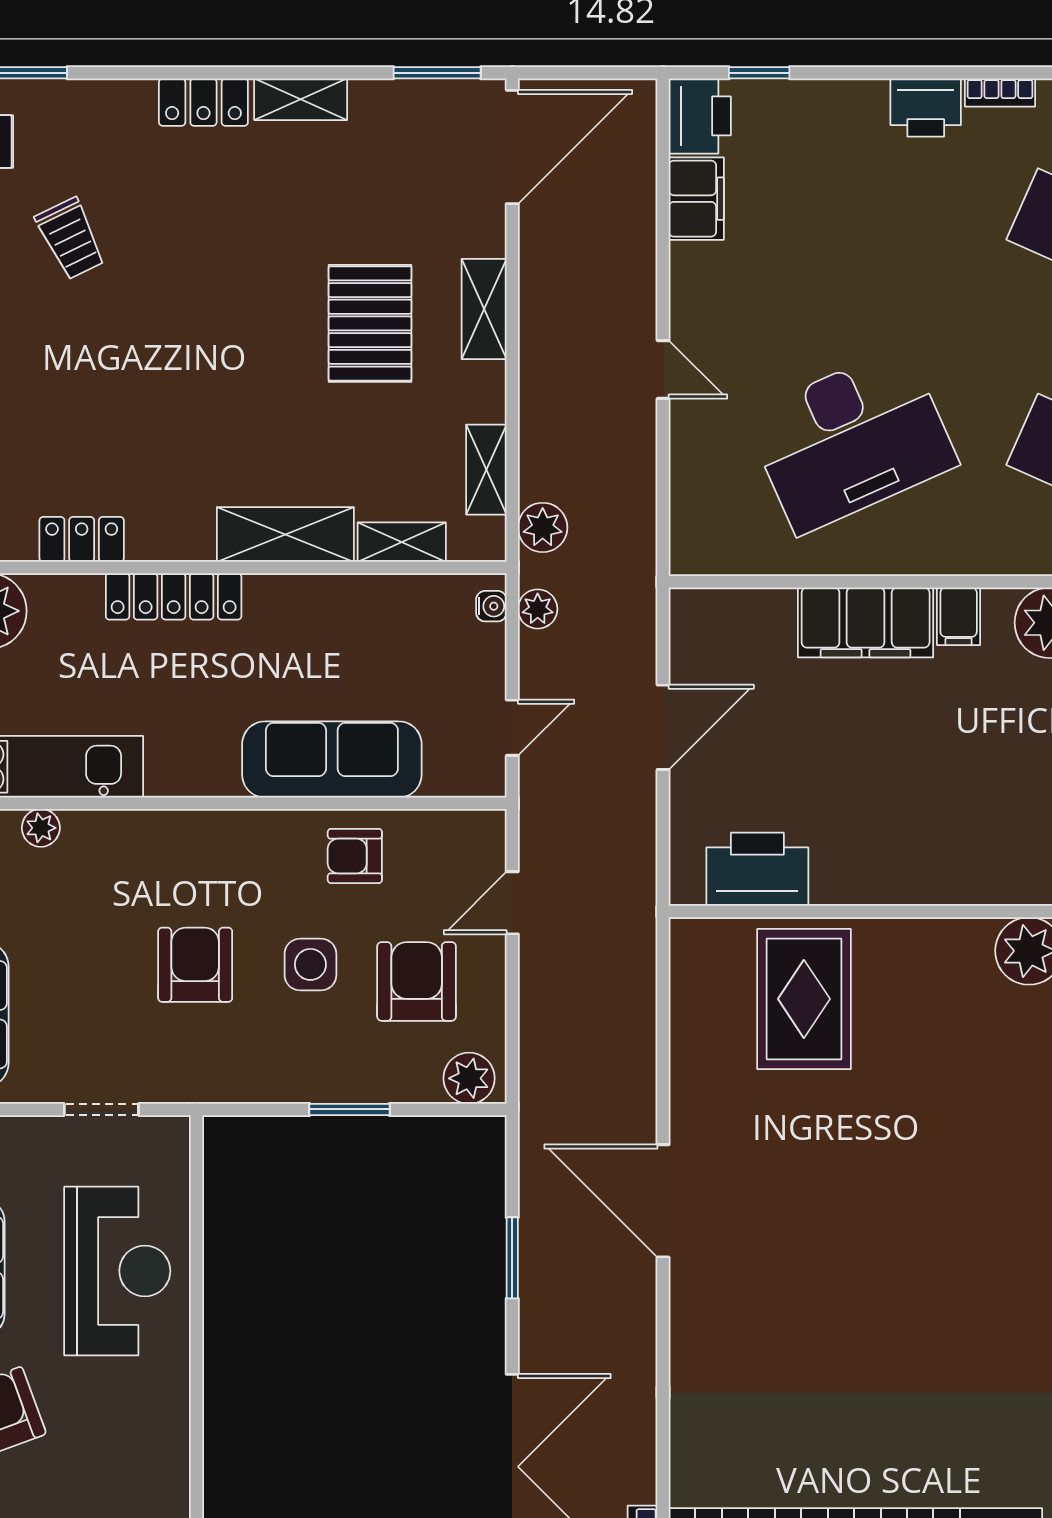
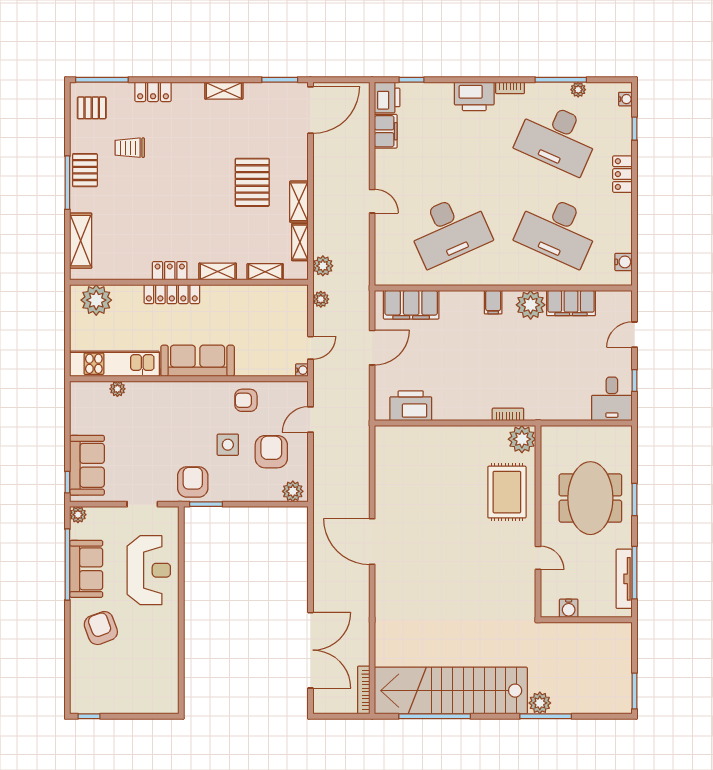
locker: (203, 102) -> (153, 92), moved
printer: (926, 108) -> (474, 96), width x1.37, depth x1.19
trolley: (71, 239) -> (130, 148), turned 116
shelving: (484, 309) -> (299, 202), moved
shelving: (285, 534) -> (218, 272), width x0.67, depth x0.75
locker: (82, 539) -> (170, 271), moved
water cooler: (491, 606) -> (302, 370), moved
filing cabinet: (866, 622) -> (411, 305), moved
sofa: (332, 759) -> (198, 361), moved
bookcase: (995, 891) -> (508, 414), added
armchair: (195, 965) -> (193, 482), moved
rug: (804, 999) -> (507, 492), moved
window: (349, 1109) -> (206, 504), moved
window: (512, 1258) -> (310, 565), removed

